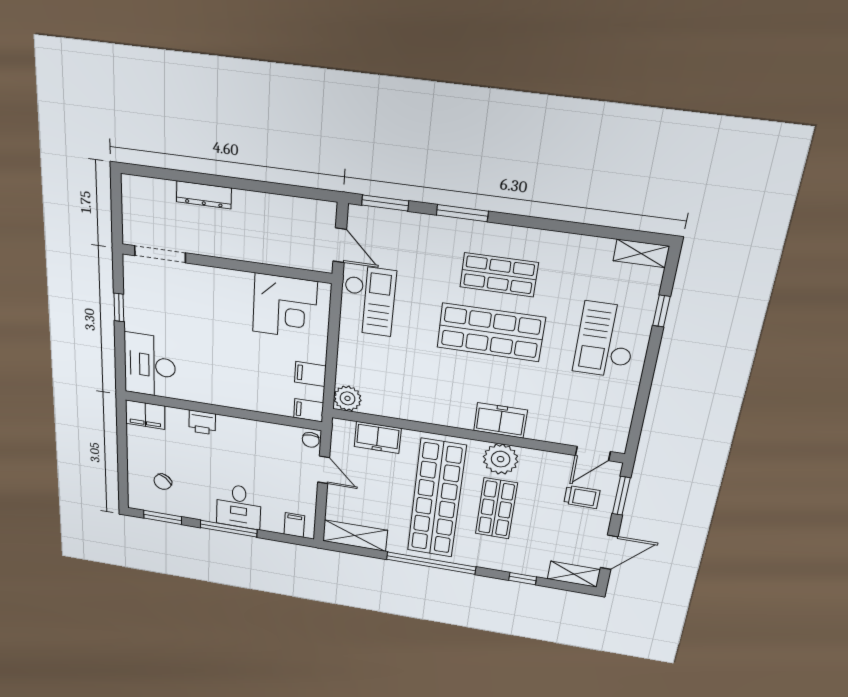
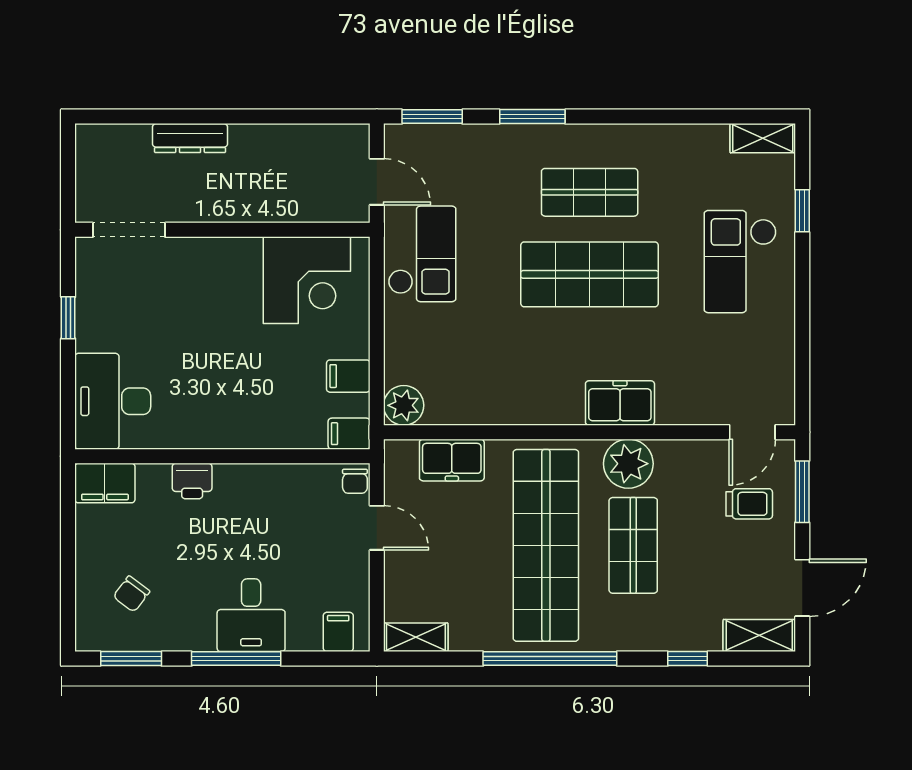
shelving: (355, 536) -> (416, 637), width x0.67, depth x0.75

